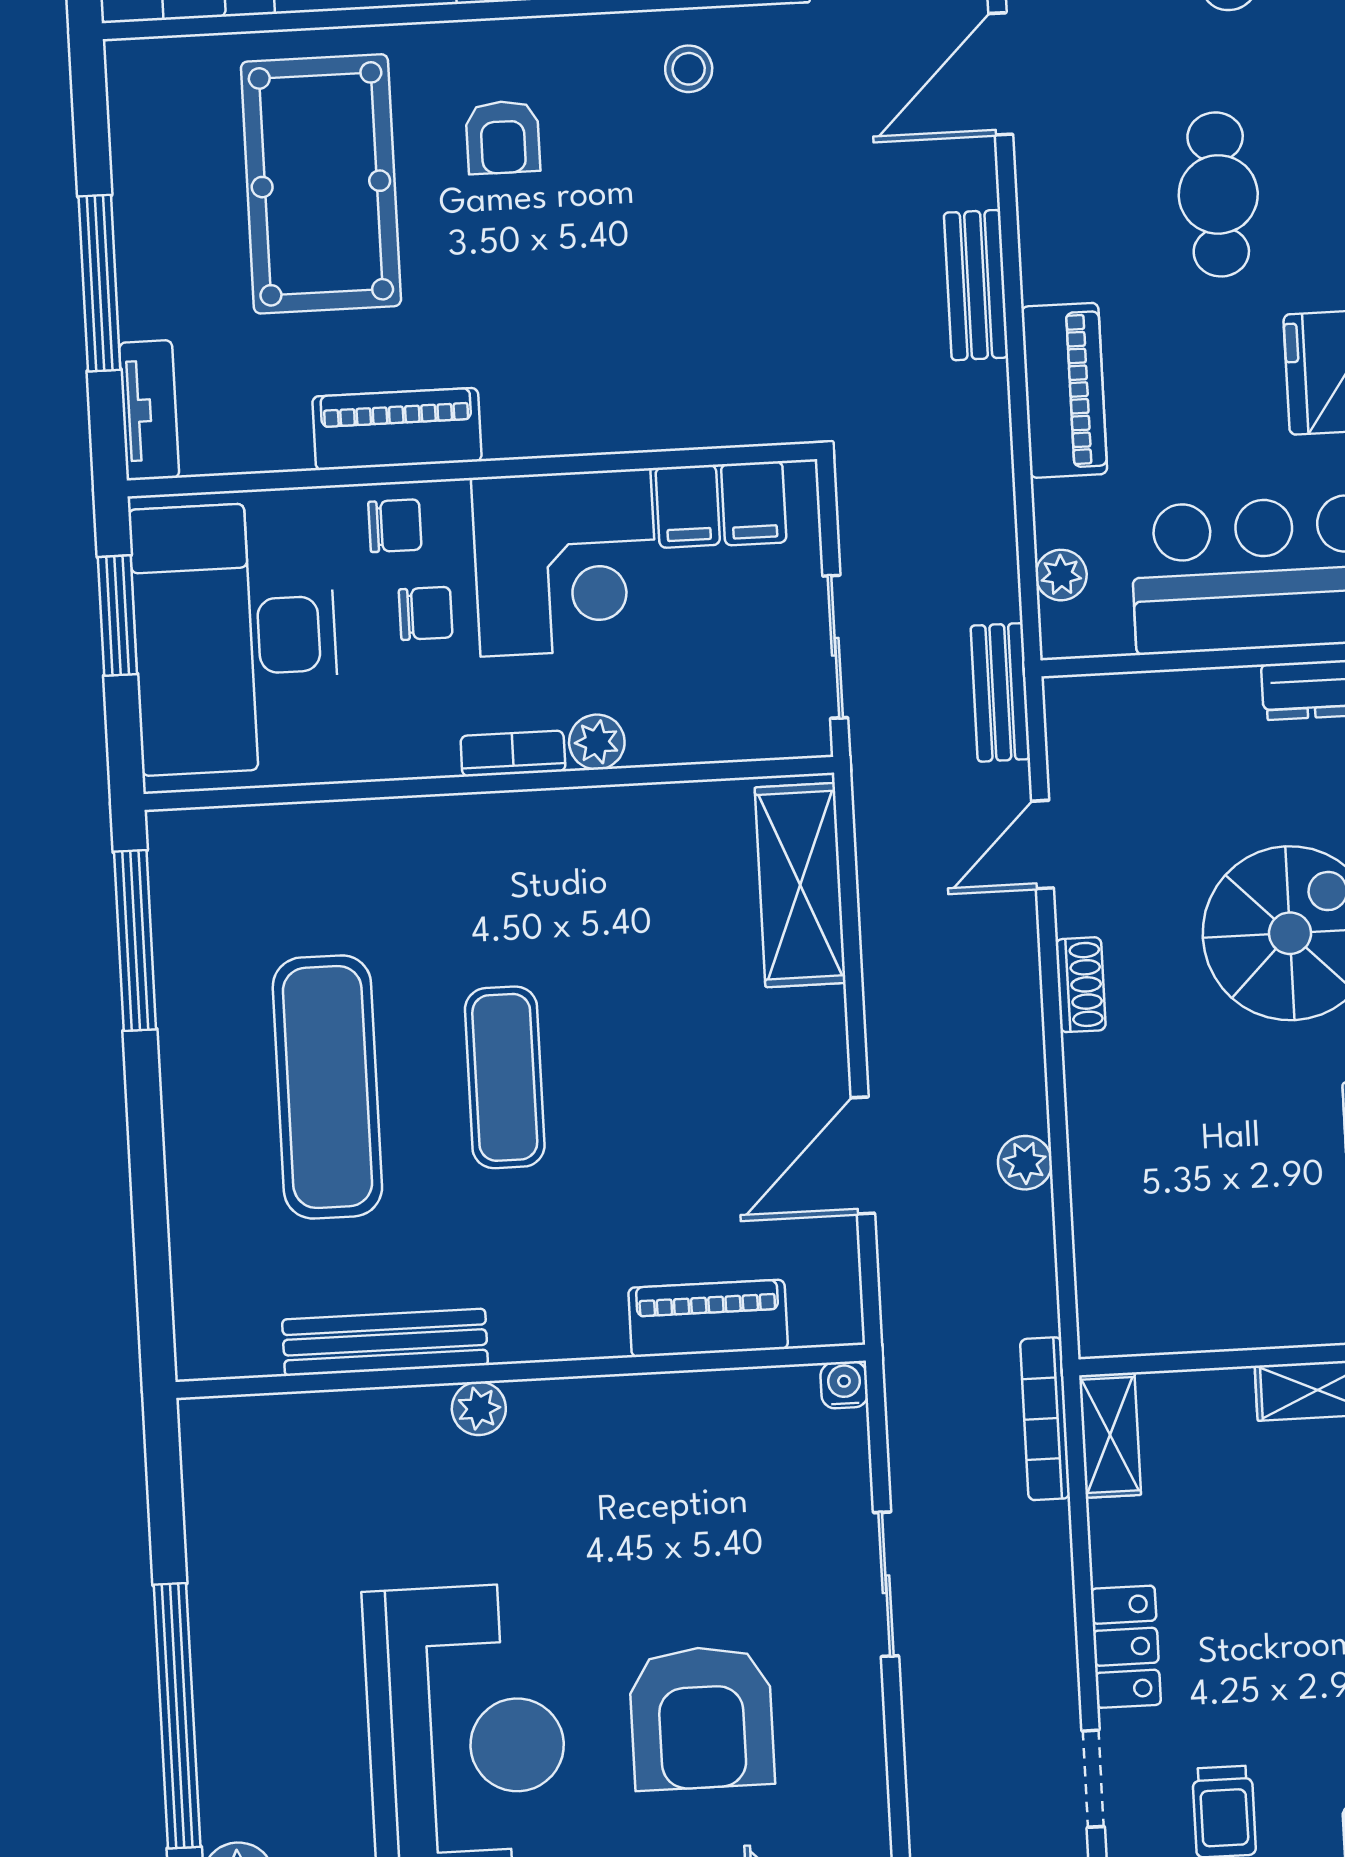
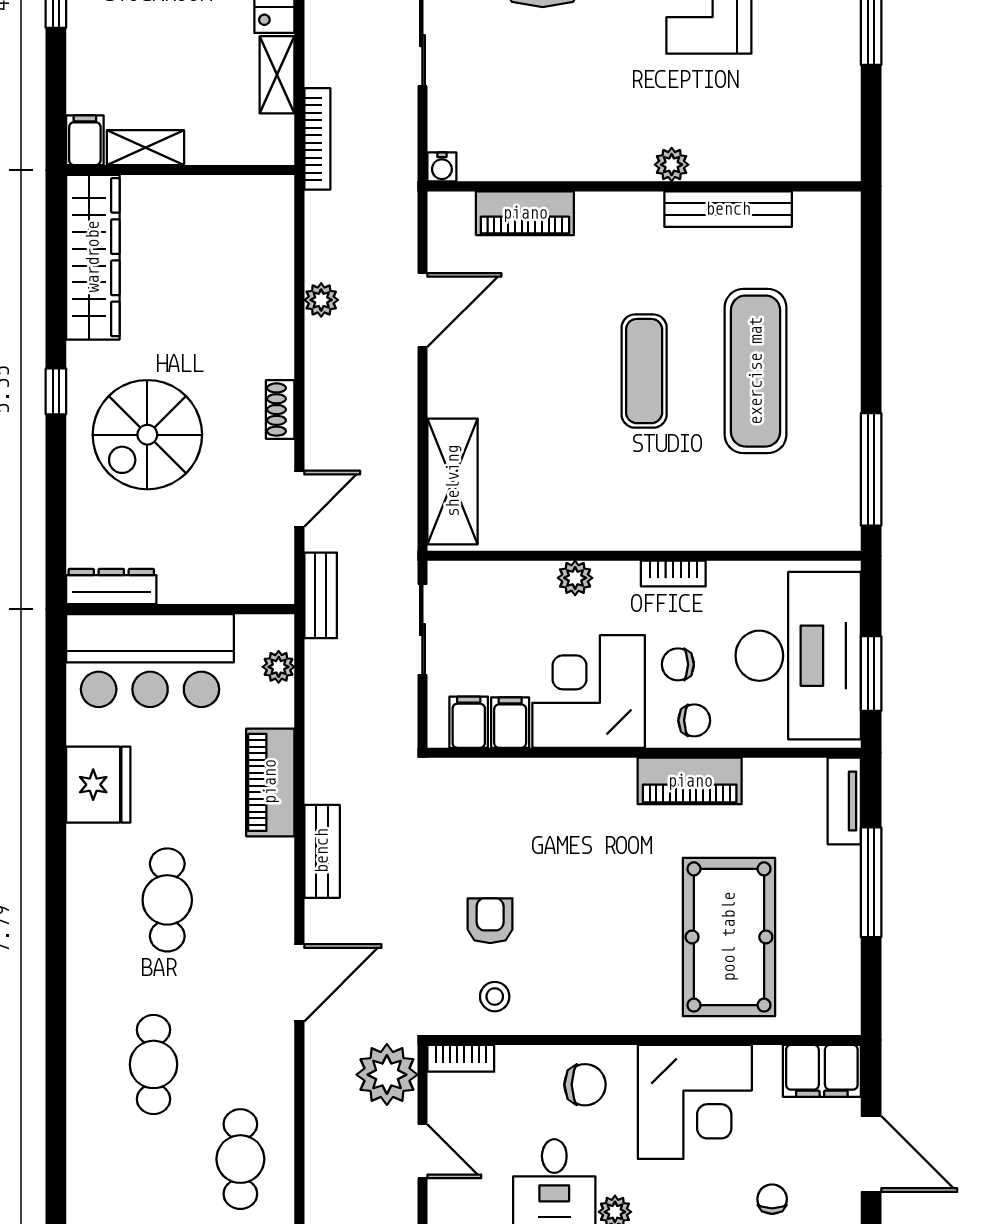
armchair: (503, 137) -> (490, 921), moved
chair: (395, 526) -> (694, 720), turned 180
bookcase: (513, 754) -> (673, 574), moved
shelving: (1110, 1435) -> (277, 75), moved

